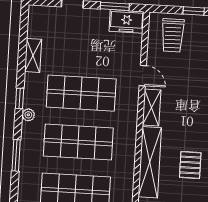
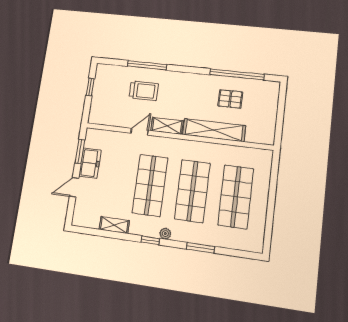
freezer: (127, 21) -> (90, 163), moved
trolley: (173, 35) -> (144, 91), moved
pallet: (190, 165) -> (230, 99), moved

